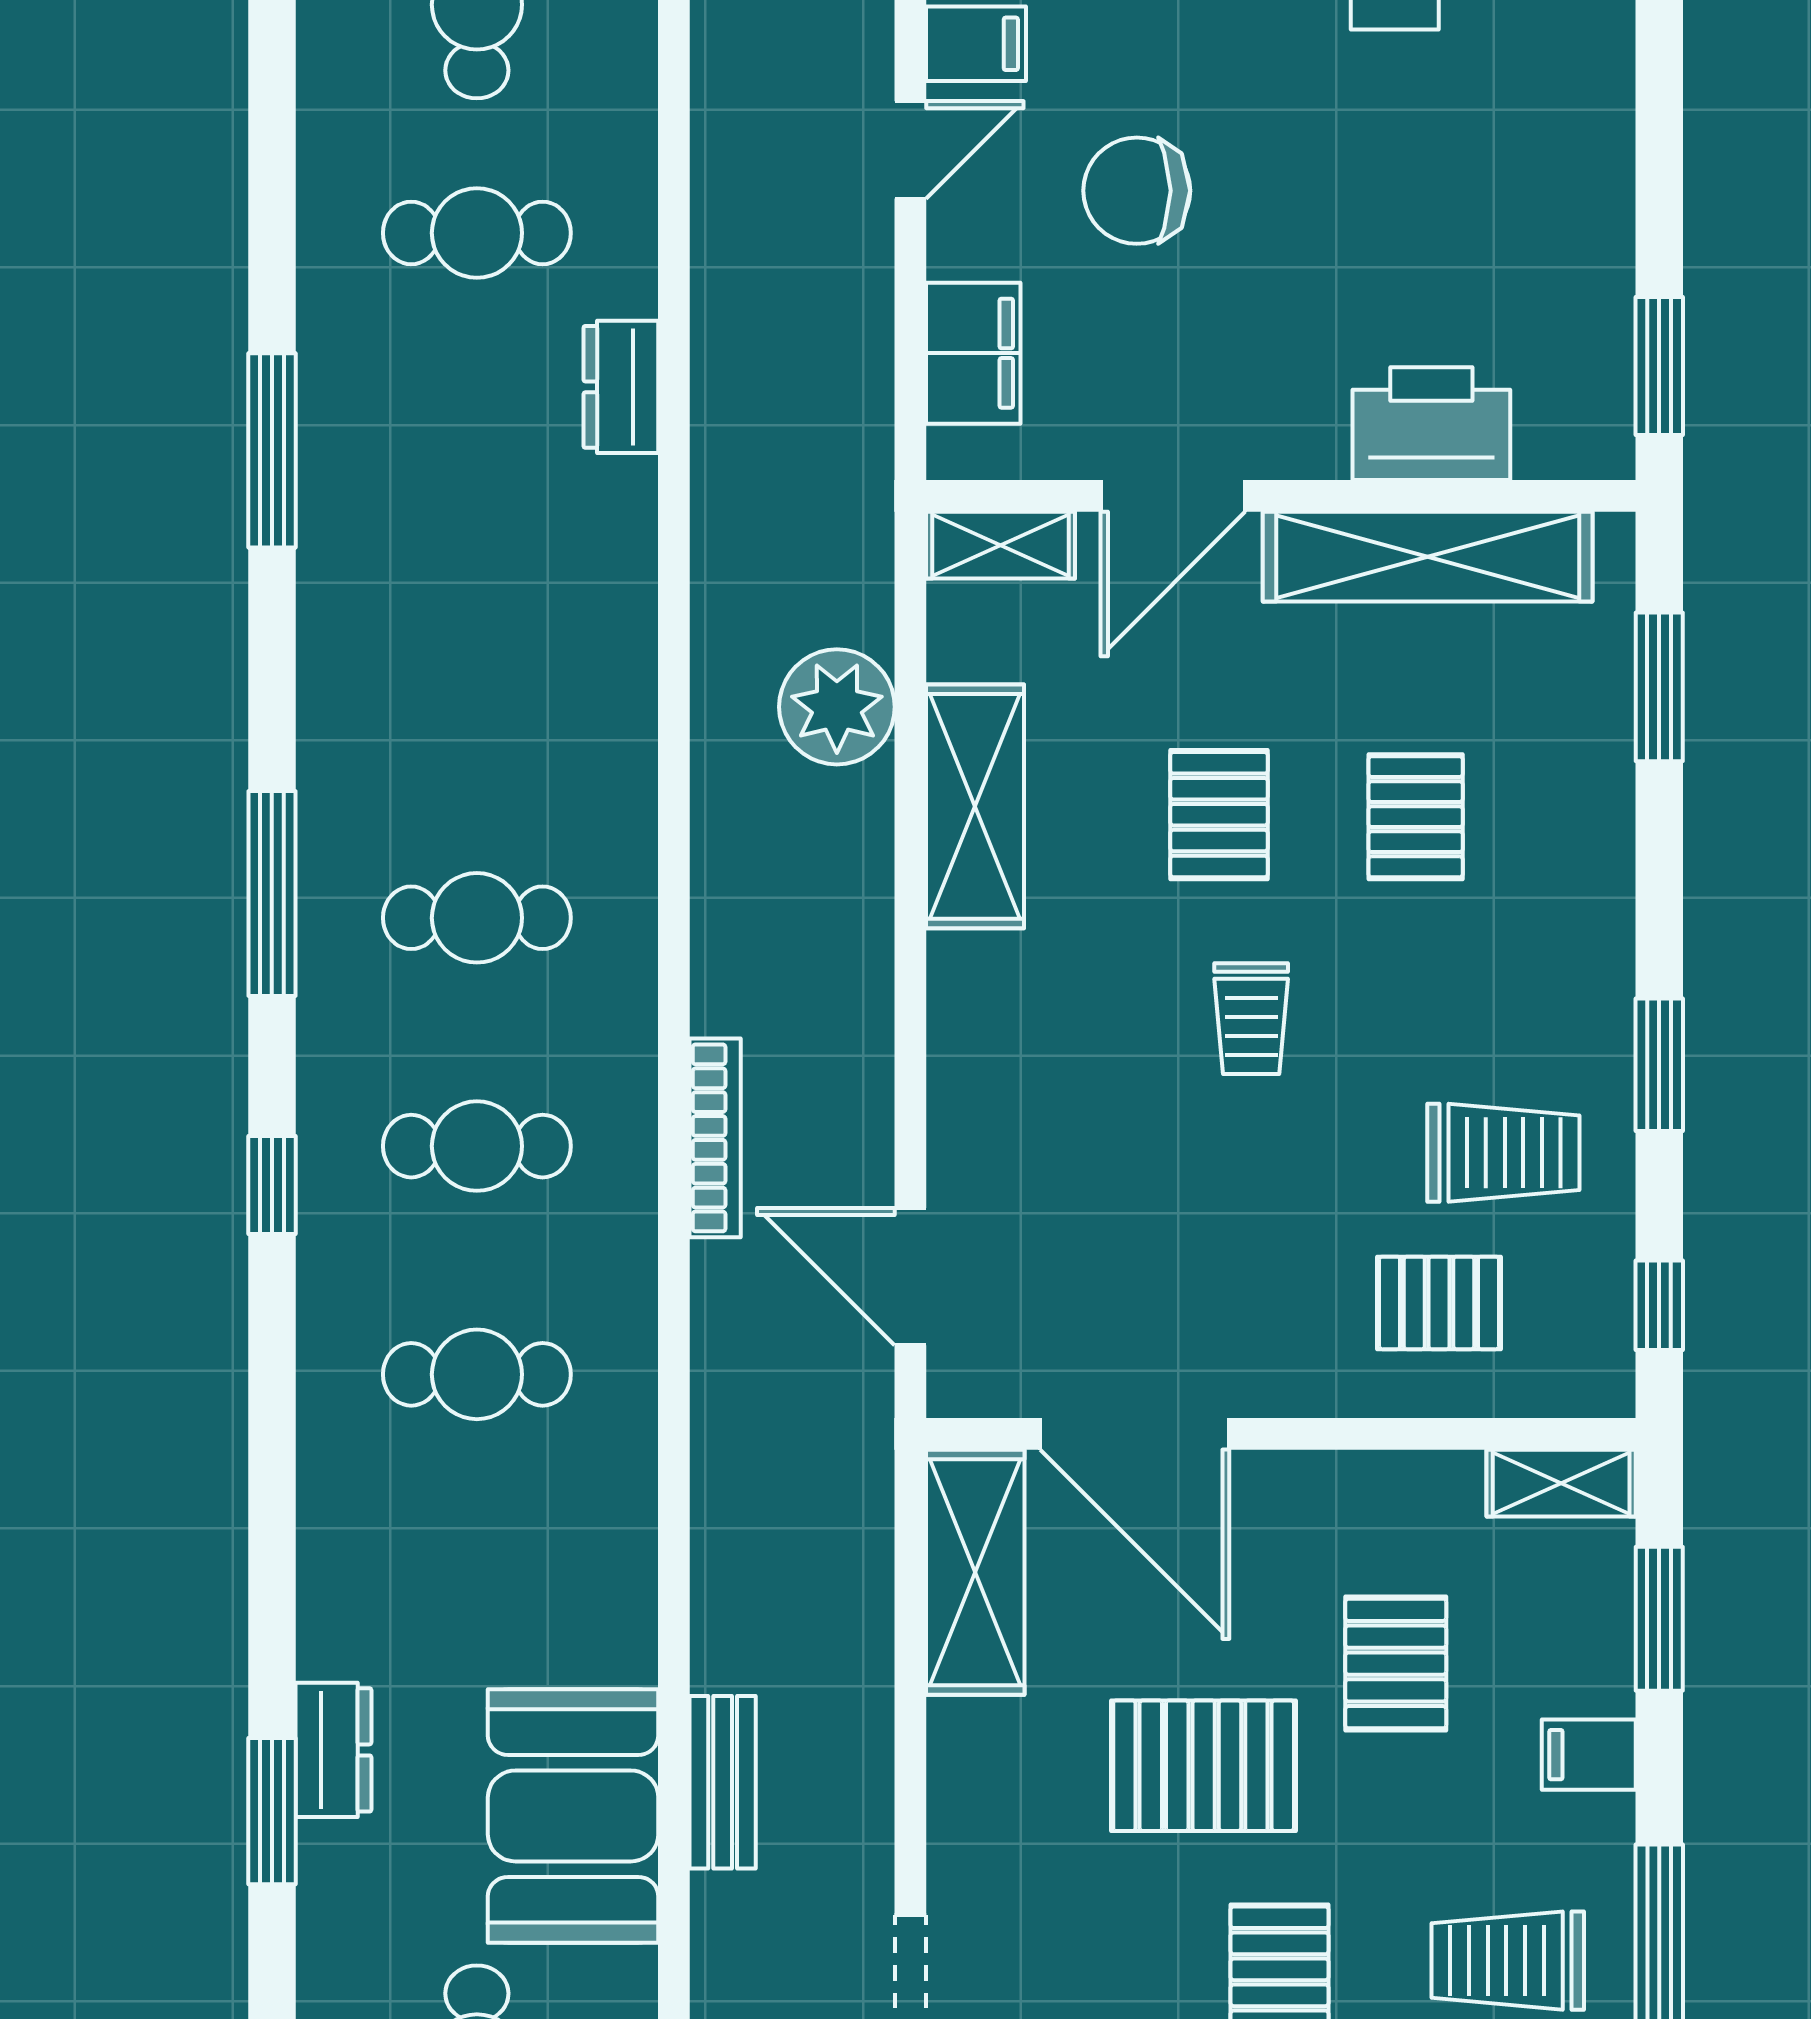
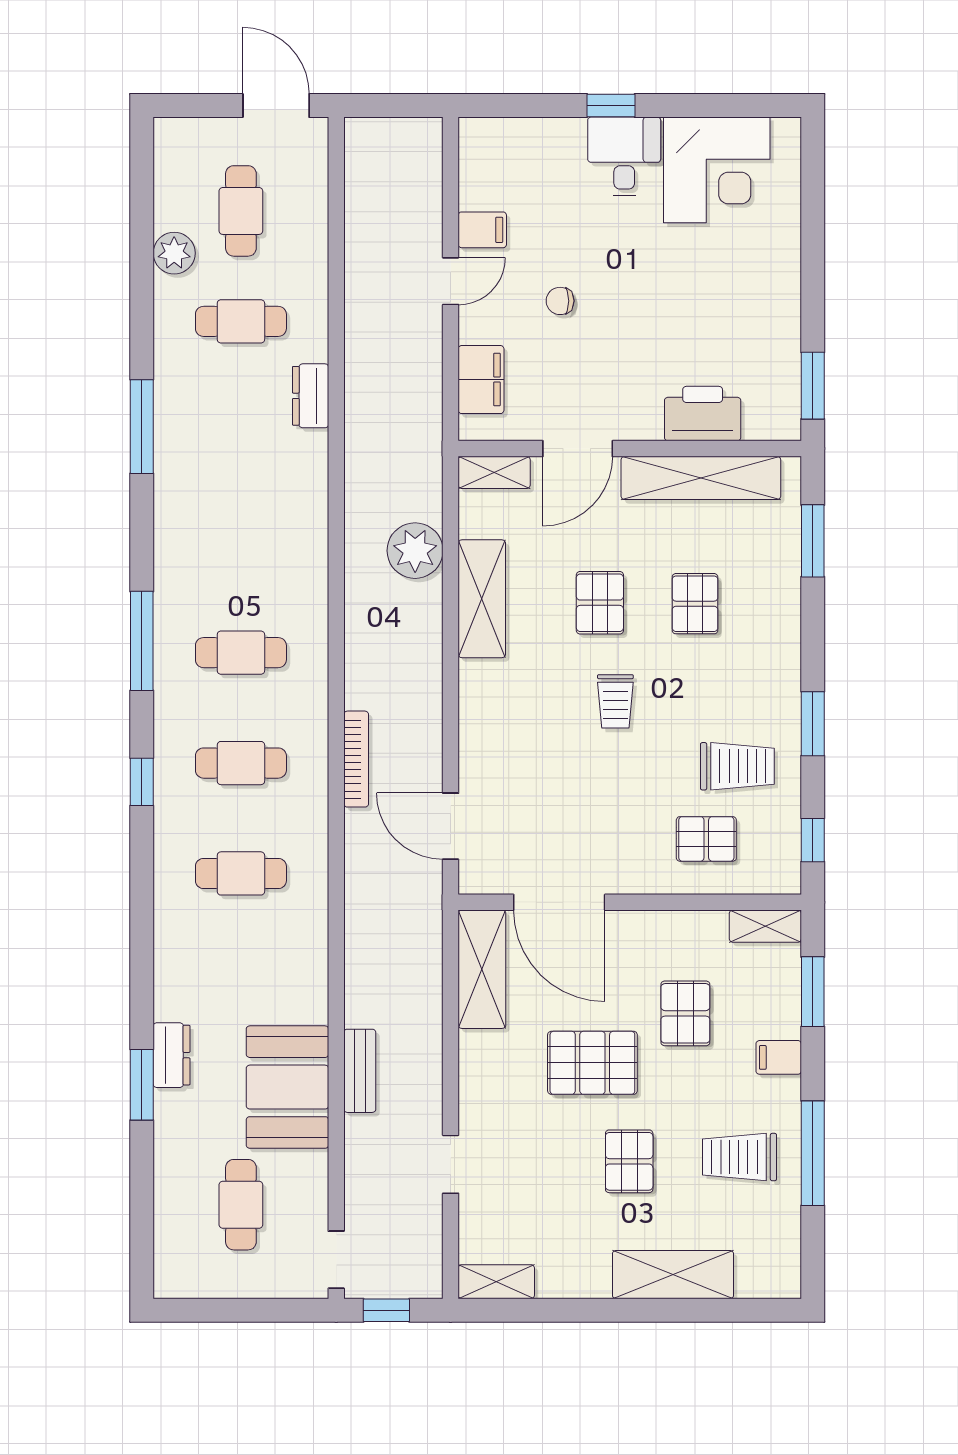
plant: (339, 92) -> (174, 253), added
chair: (1137, 191) -> (560, 301), width x0.54, depth x0.54

